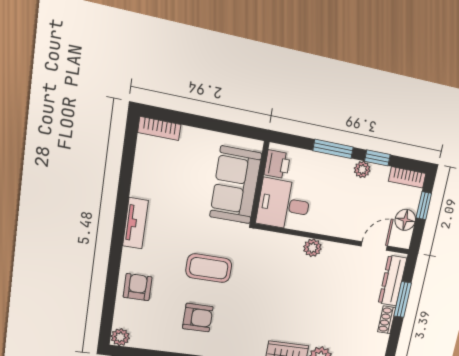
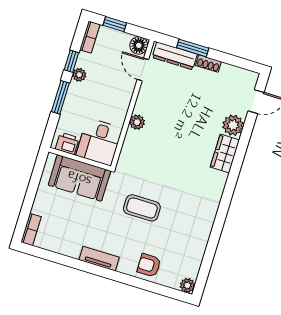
floor lamp: (405, 220) -> (139, 45), moved
coffee table: (209, 268) -> (142, 208), turned 90
armchair: (198, 318) -> (181, 222), removed

